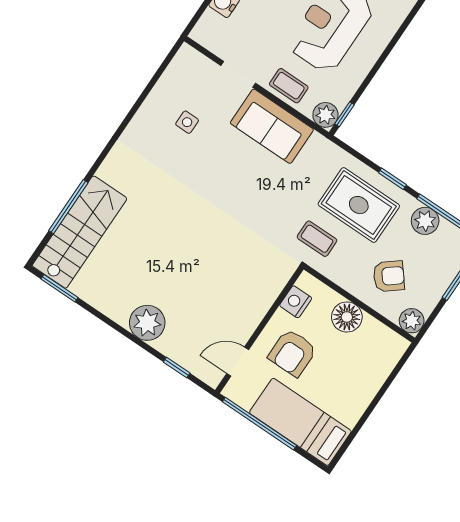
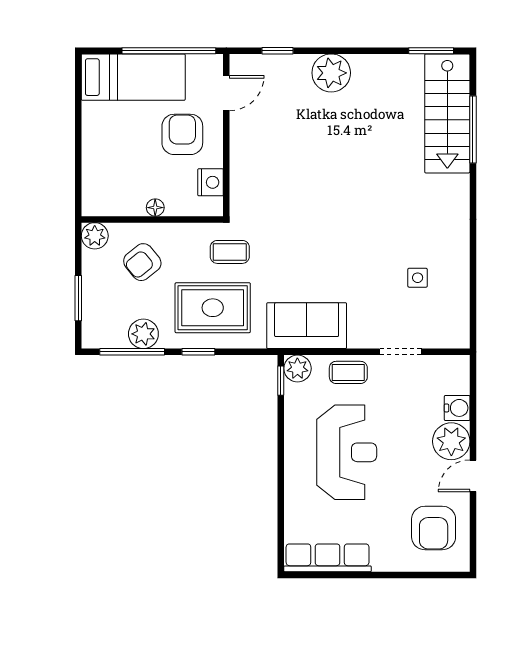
sofa: (272, 126) -> (307, 326), moved
floor lamp: (347, 317) -> (155, 208), width x0.53, depth x0.53

